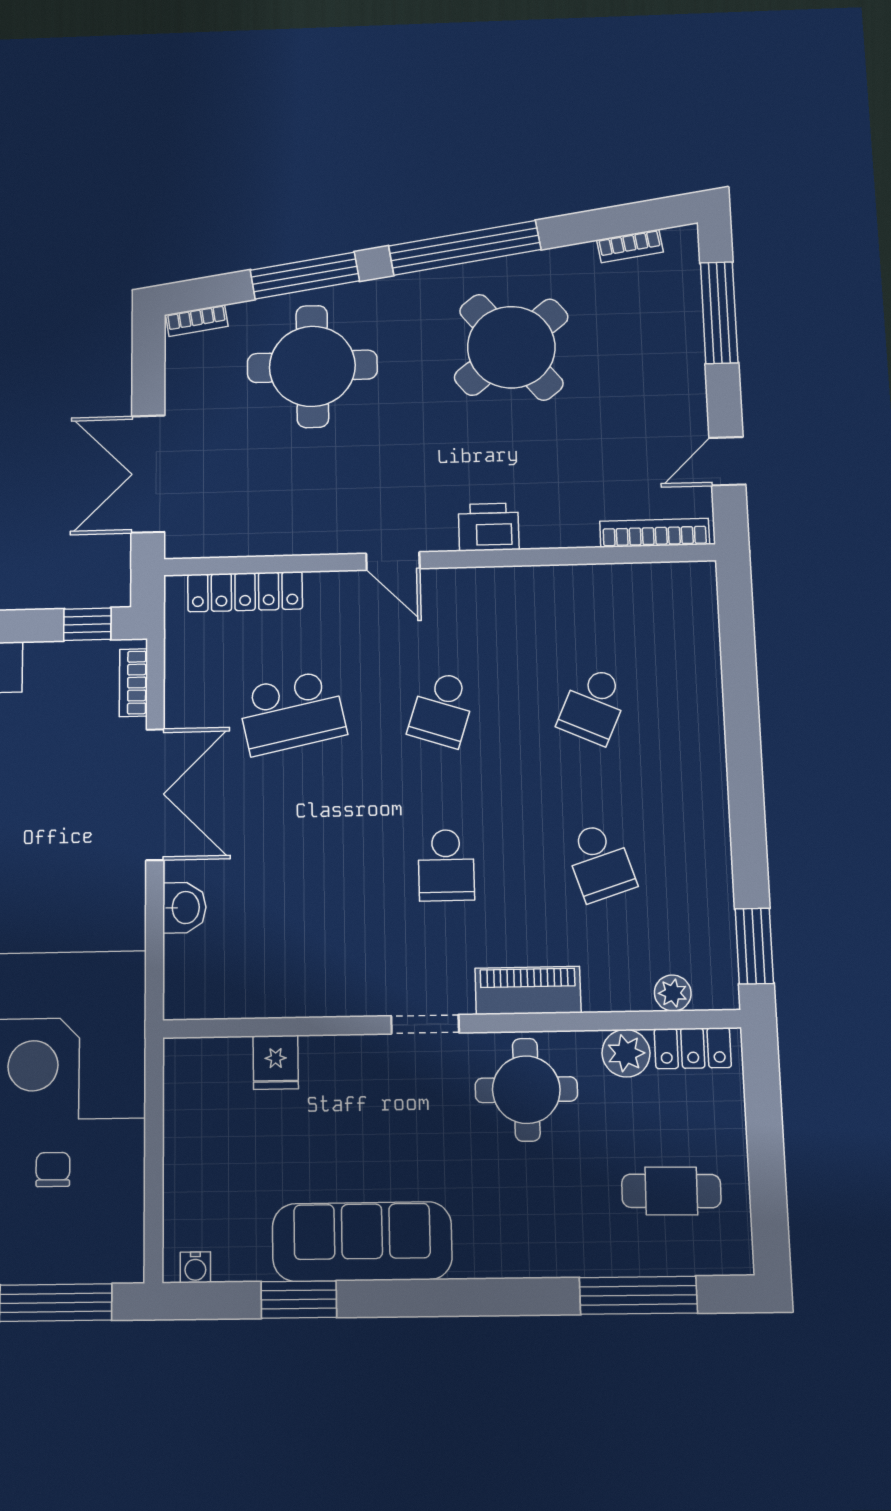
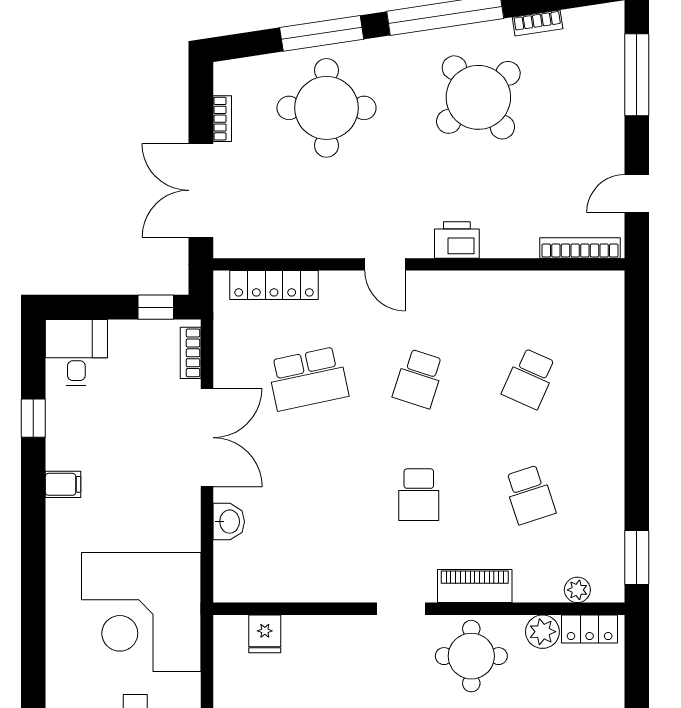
bookcase: (630, 246) -> (538, 23), moved
bookcase: (197, 321) -> (222, 119), moved, turned -81
fridge: (276, 1062) -> (265, 634), moved

